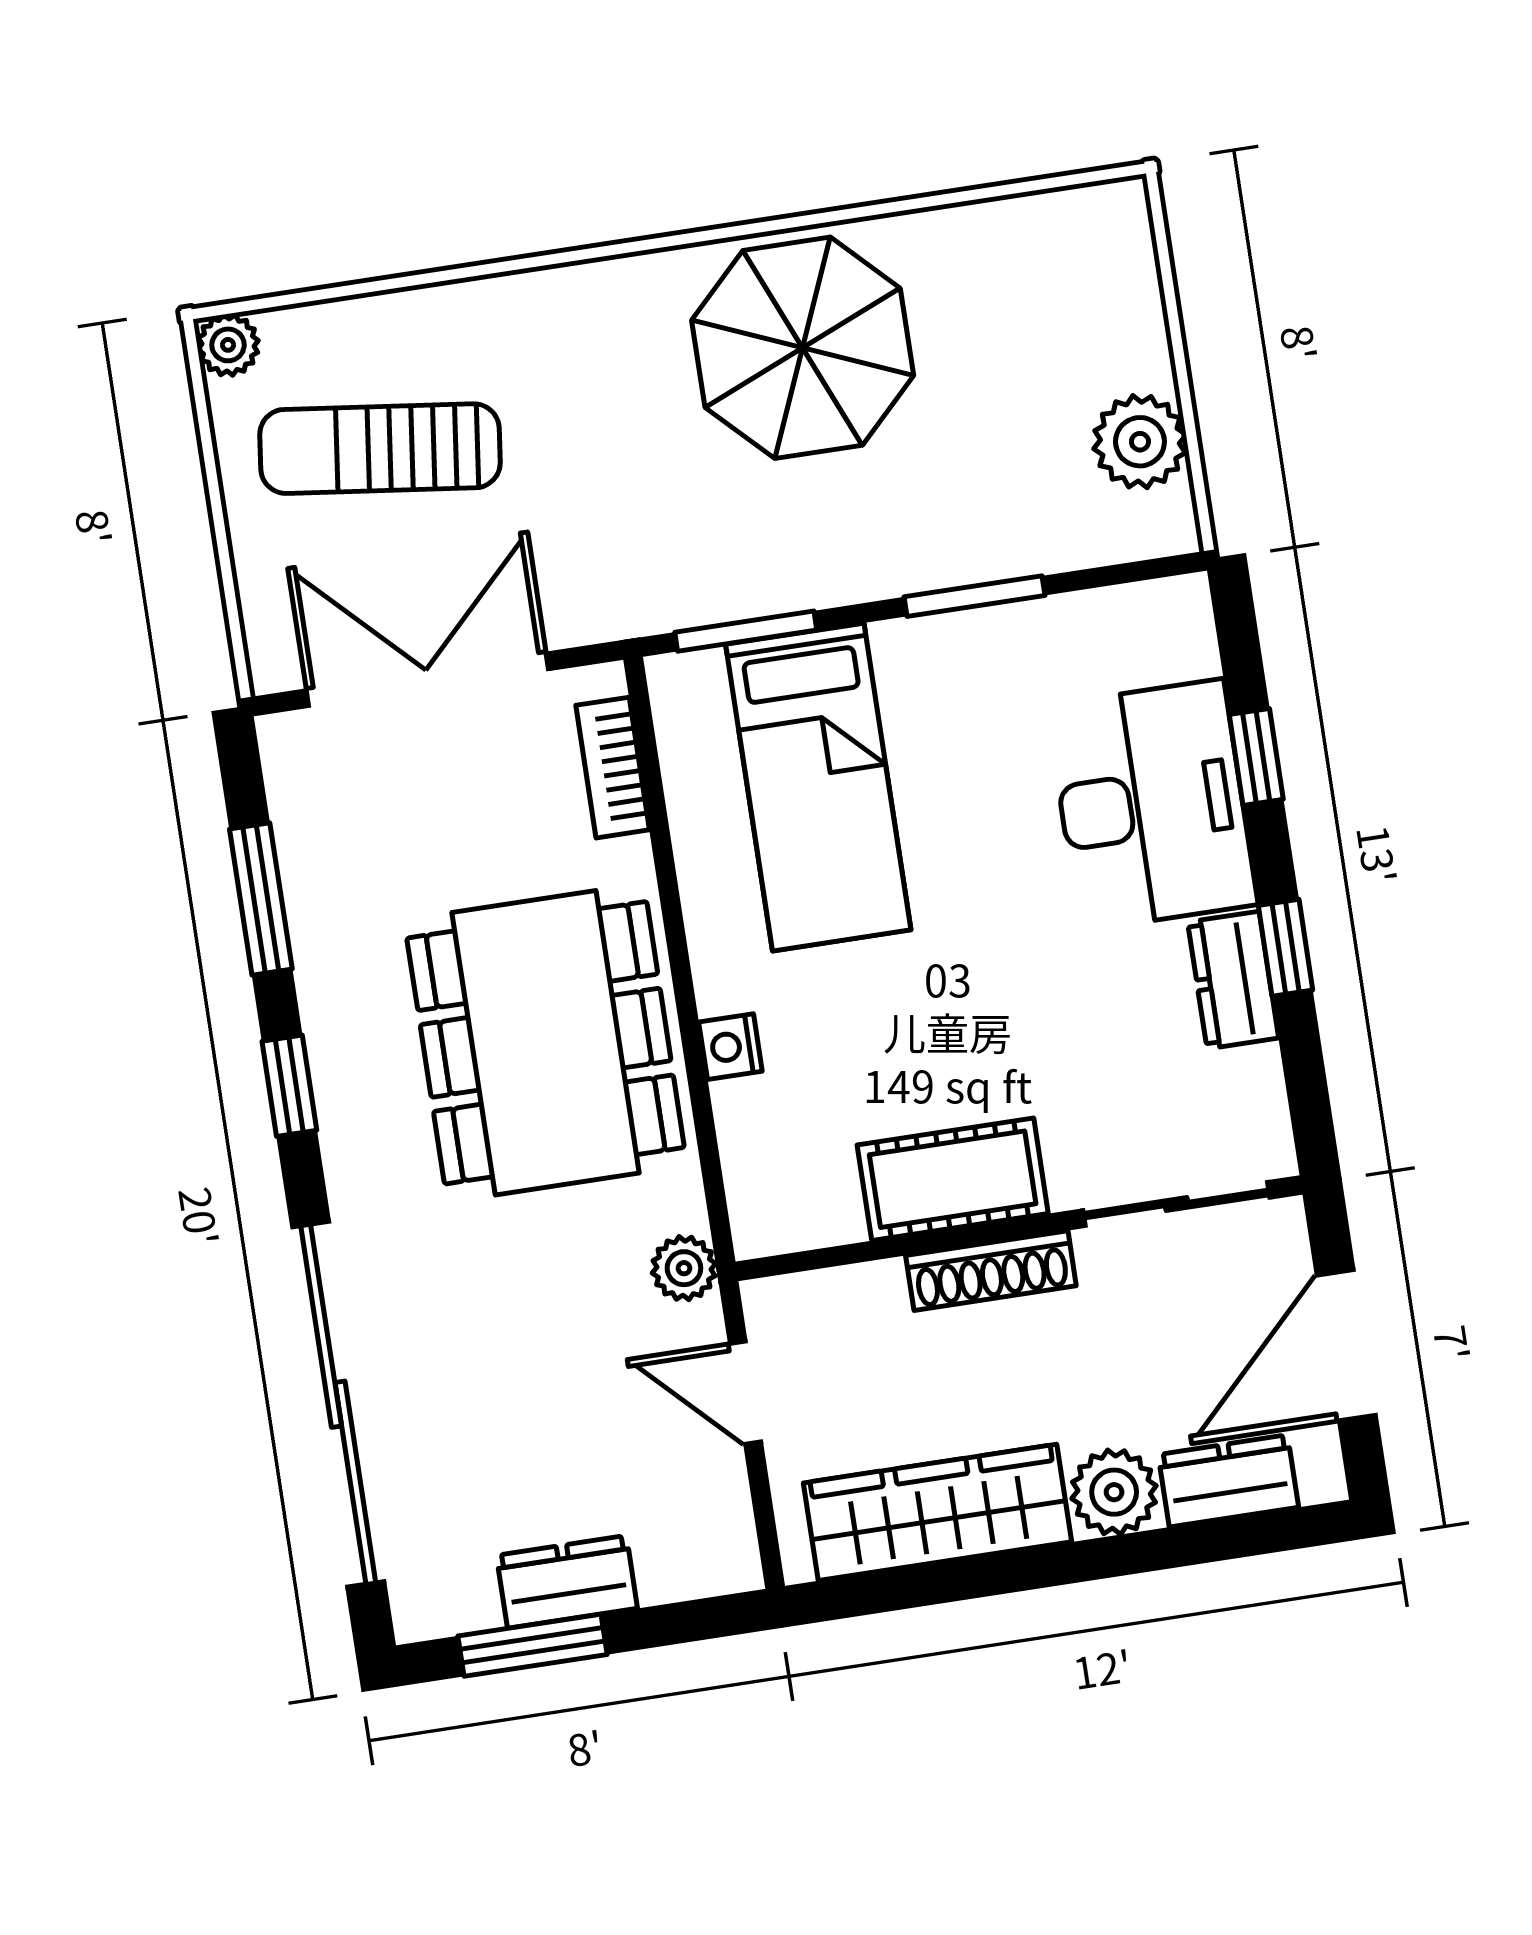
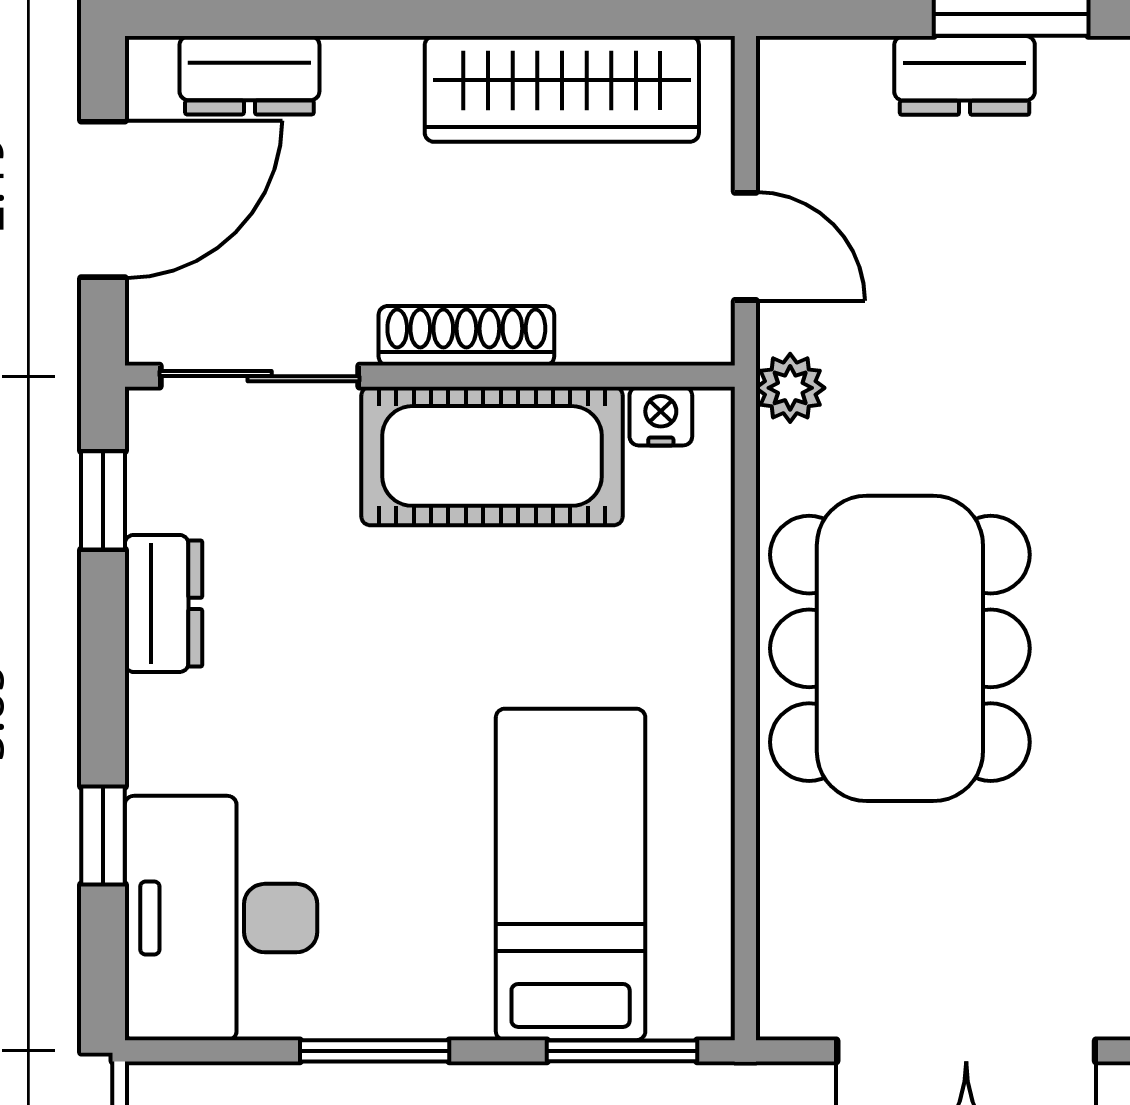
bookcase: (613, 768) -> (785, 928), removed
desk: (1152, 805) -> (221, 918), moved
window: (1285, 948) -> (103, 500), moved
nightstand: (730, 1047) -> (661, 416), moved, turned -90
cot: (953, 1179) -> (492, 456), width x1.37, depth x1.34
plant: (1114, 1492) -> (372, 82), removed

